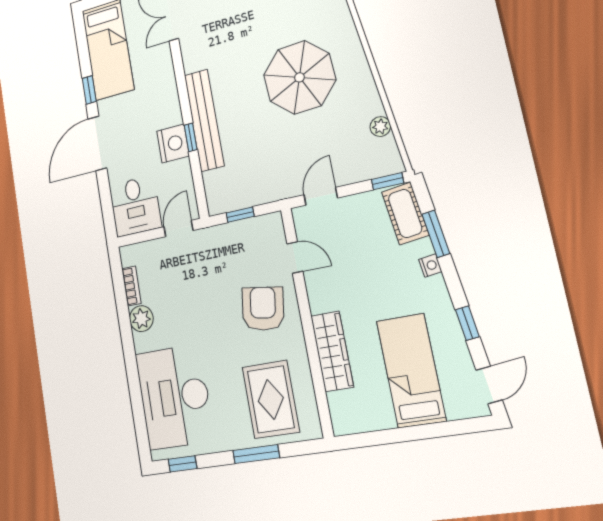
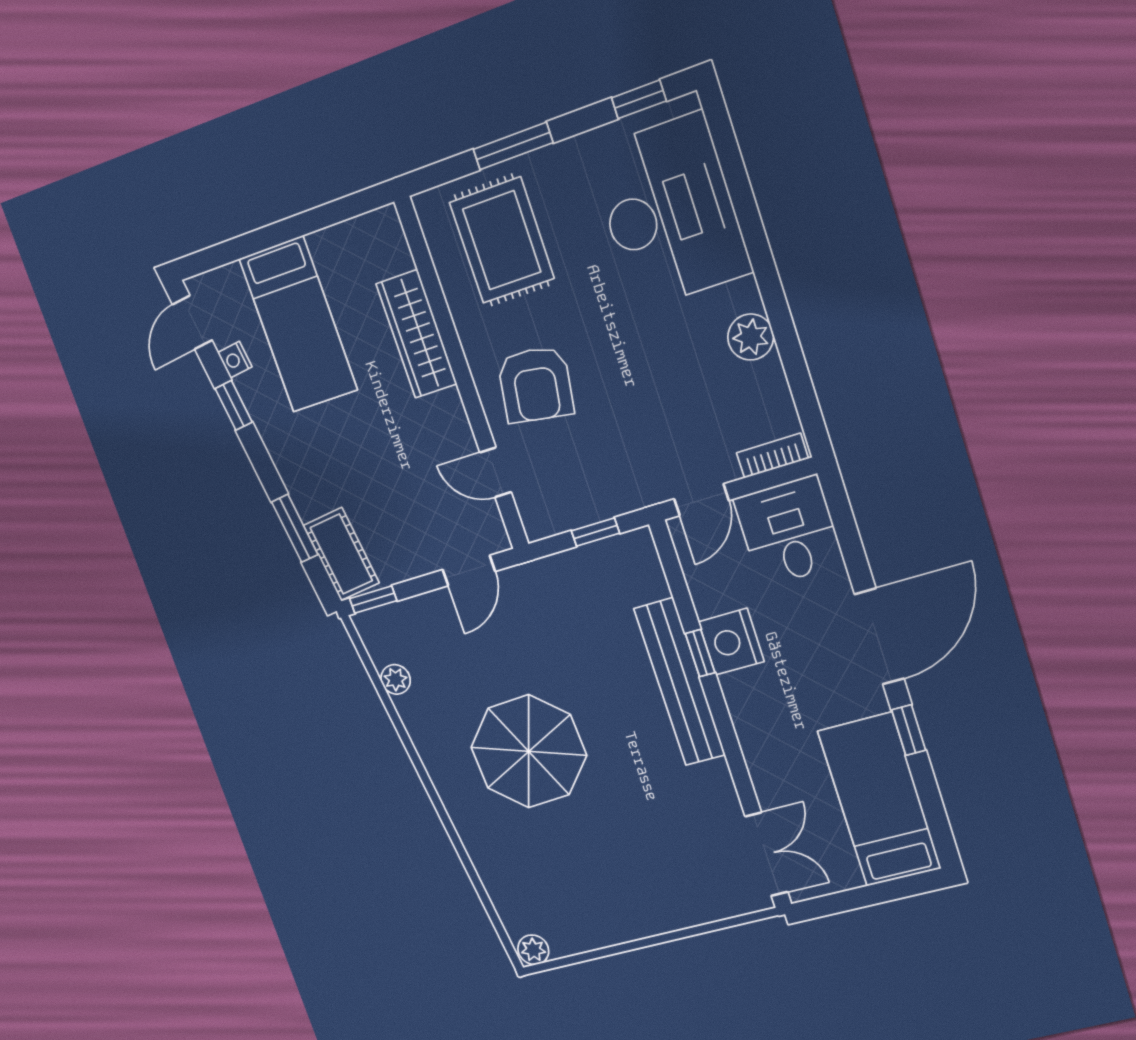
nightstand: (430, 265) -> (235, 360), moved
bookcase: (131, 286) -> (772, 456), moved, turned 90

